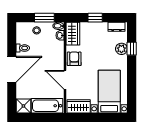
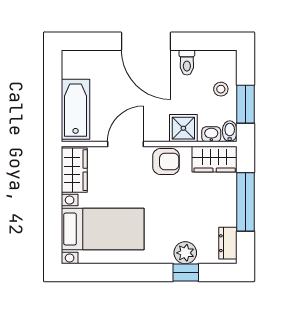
window: (95, 18) -> (245, 202), width x2.17
shower: (23, 106) -> (183, 128), moved

